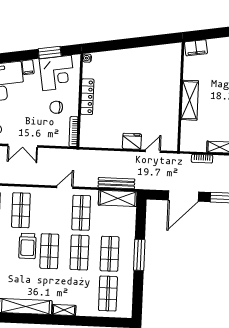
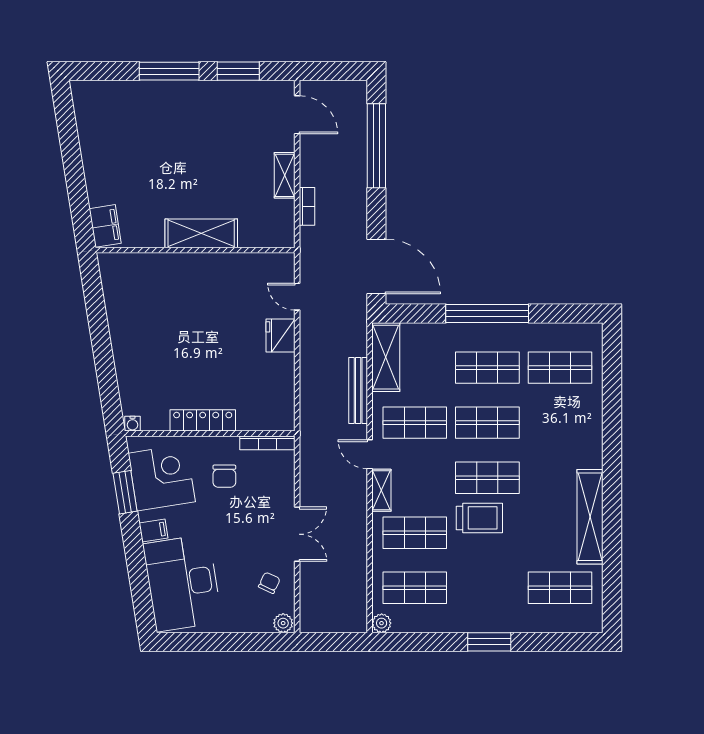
bench: (116, 183) -> (358, 390), moved
door: (183, 196) -> (376, 266), moved
window: (139, 255) -> (487, 313), width x1.46
shelving: (64, 310) -> (381, 490), moved

